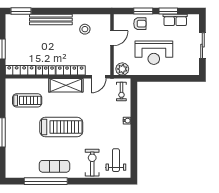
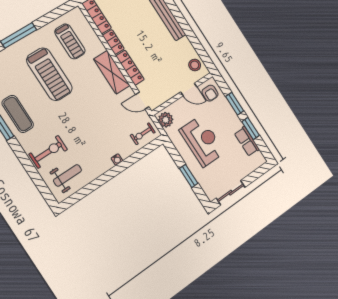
armchair: (140, 24) -> (210, 93), moved
stool: (85, 29) -> (195, 65), moved
sliding door: (202, 46) -> (231, 193), moved
reception desk: (154, 53) -> (202, 141), turned 180
window: (171, 78) -> (189, 176), added
treadmill: (61, 127) -> (49, 74), moved

